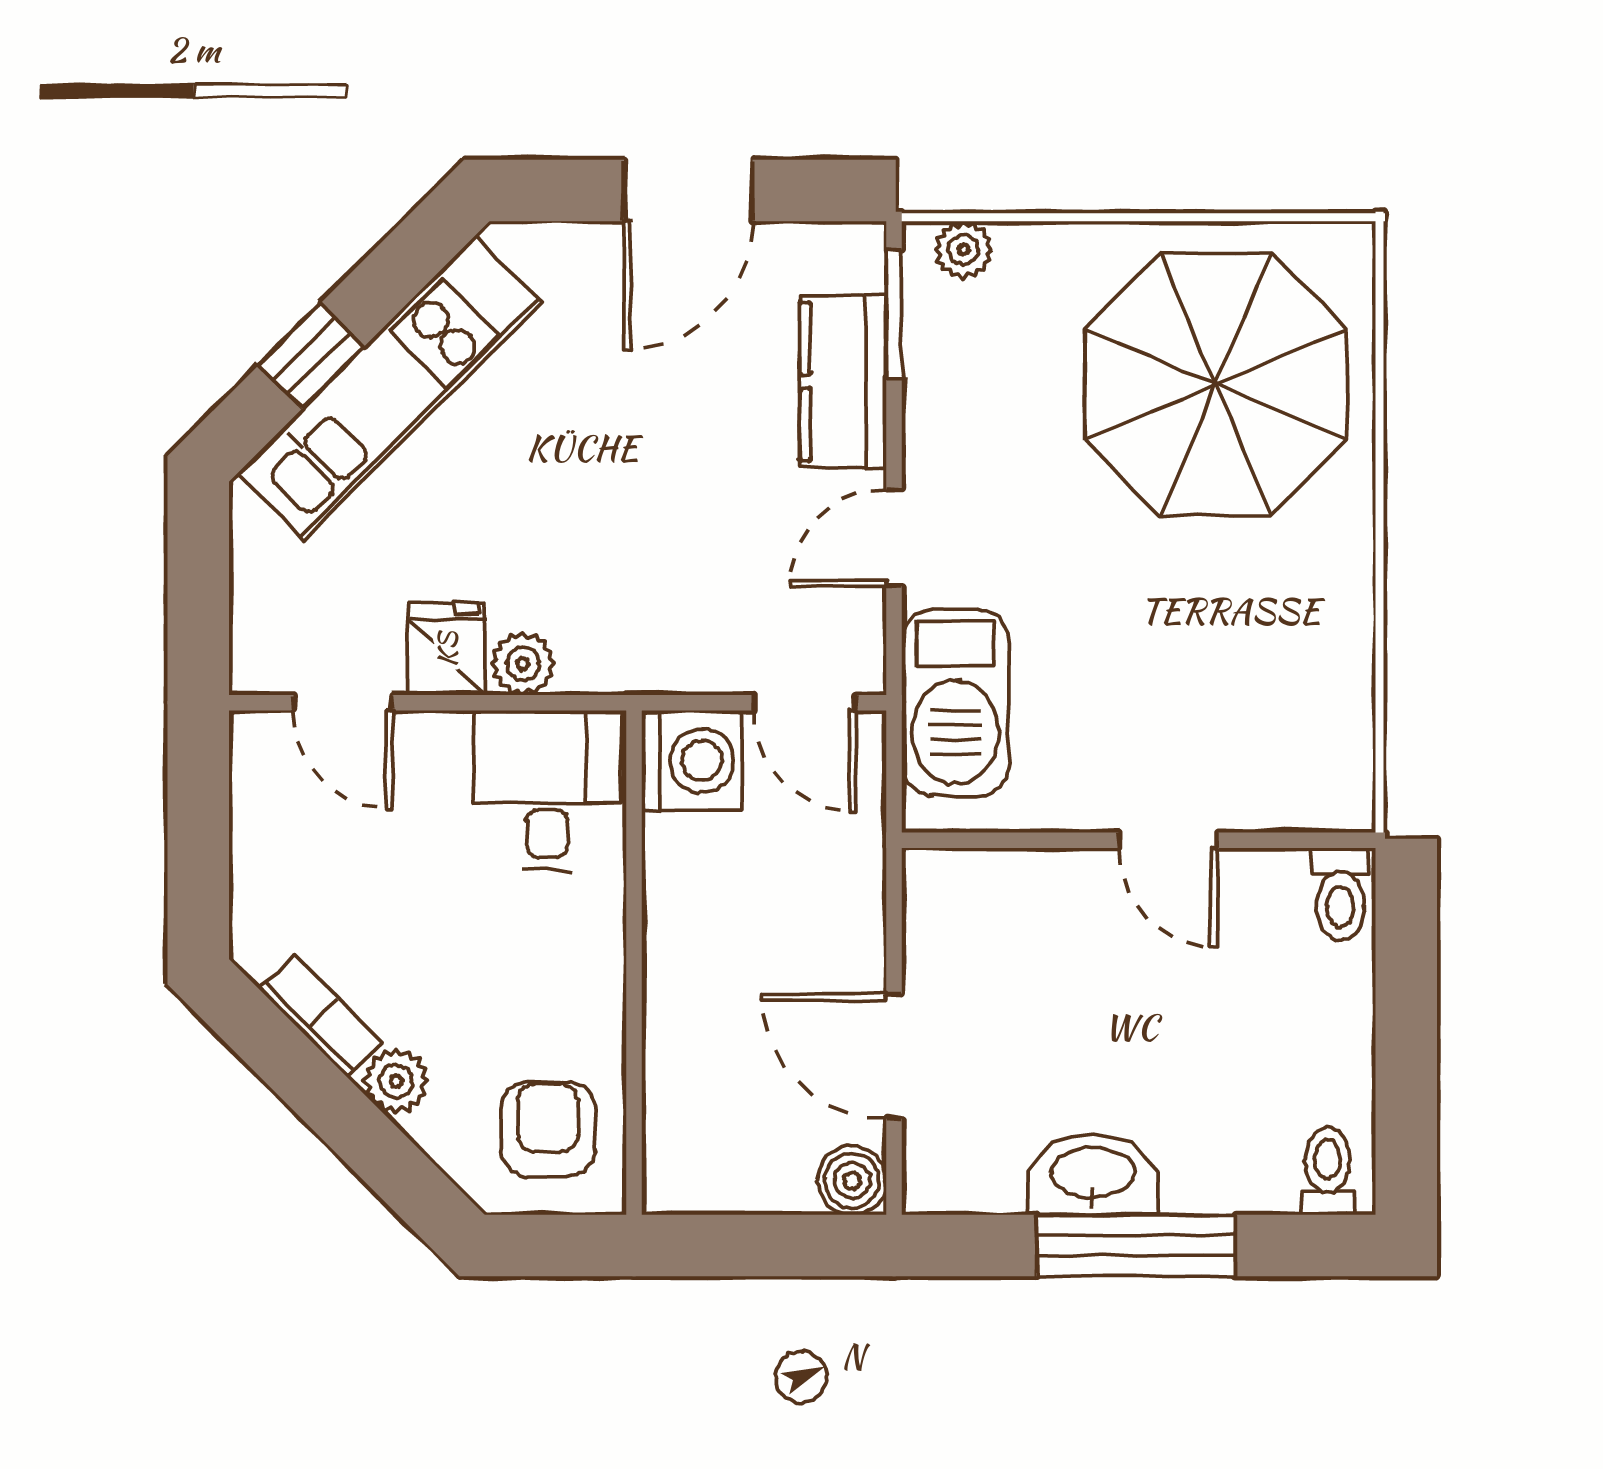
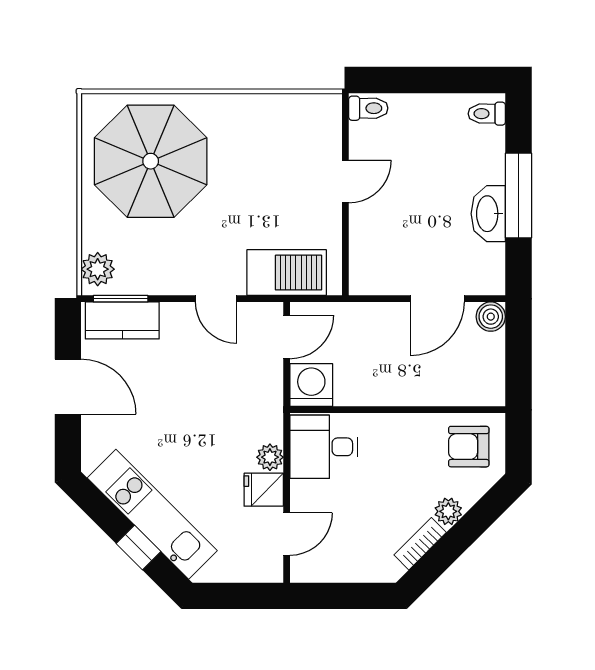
plant: (963, 250) -> (98, 269), width x1.38, depth x1.38
kitchen counter: (843, 381) -> (122, 320), moved

